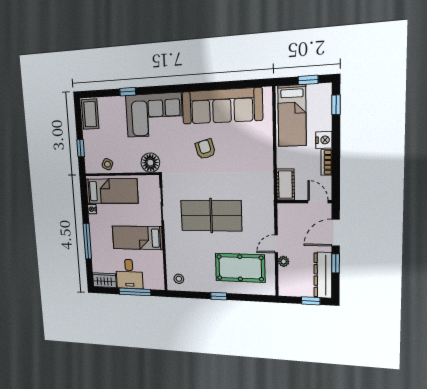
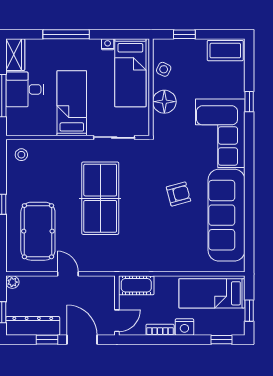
floor lamp: (150, 163) -> (164, 102), moved
plant: (284, 261) -> (12, 282), moved

